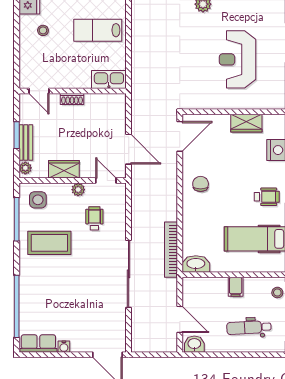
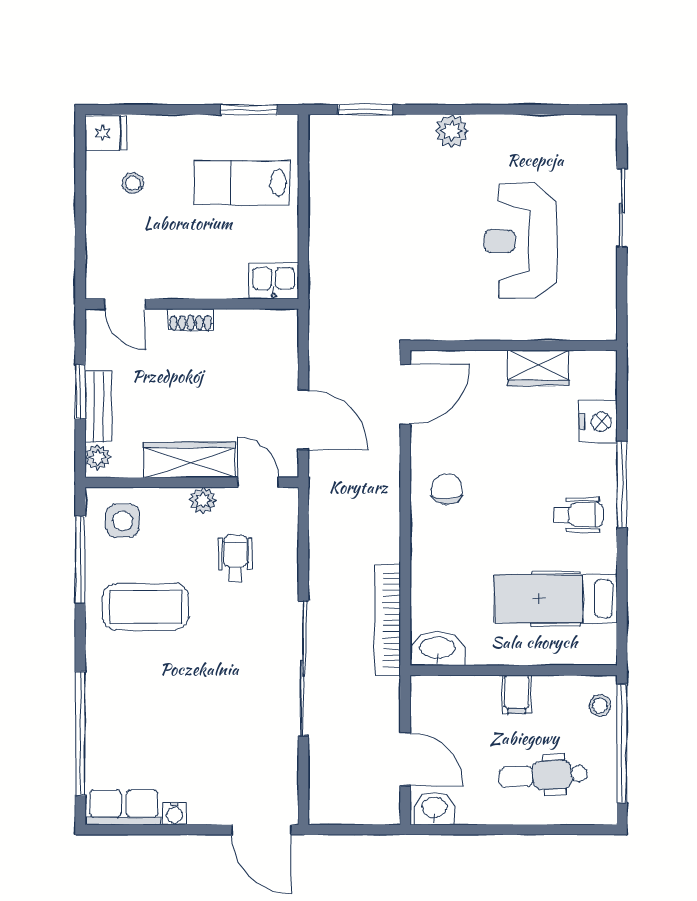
kitchen sink: (109, 80) -> (274, 281), width x0.73
wardrobe: (64, 169) -> (190, 460), width x1.50

